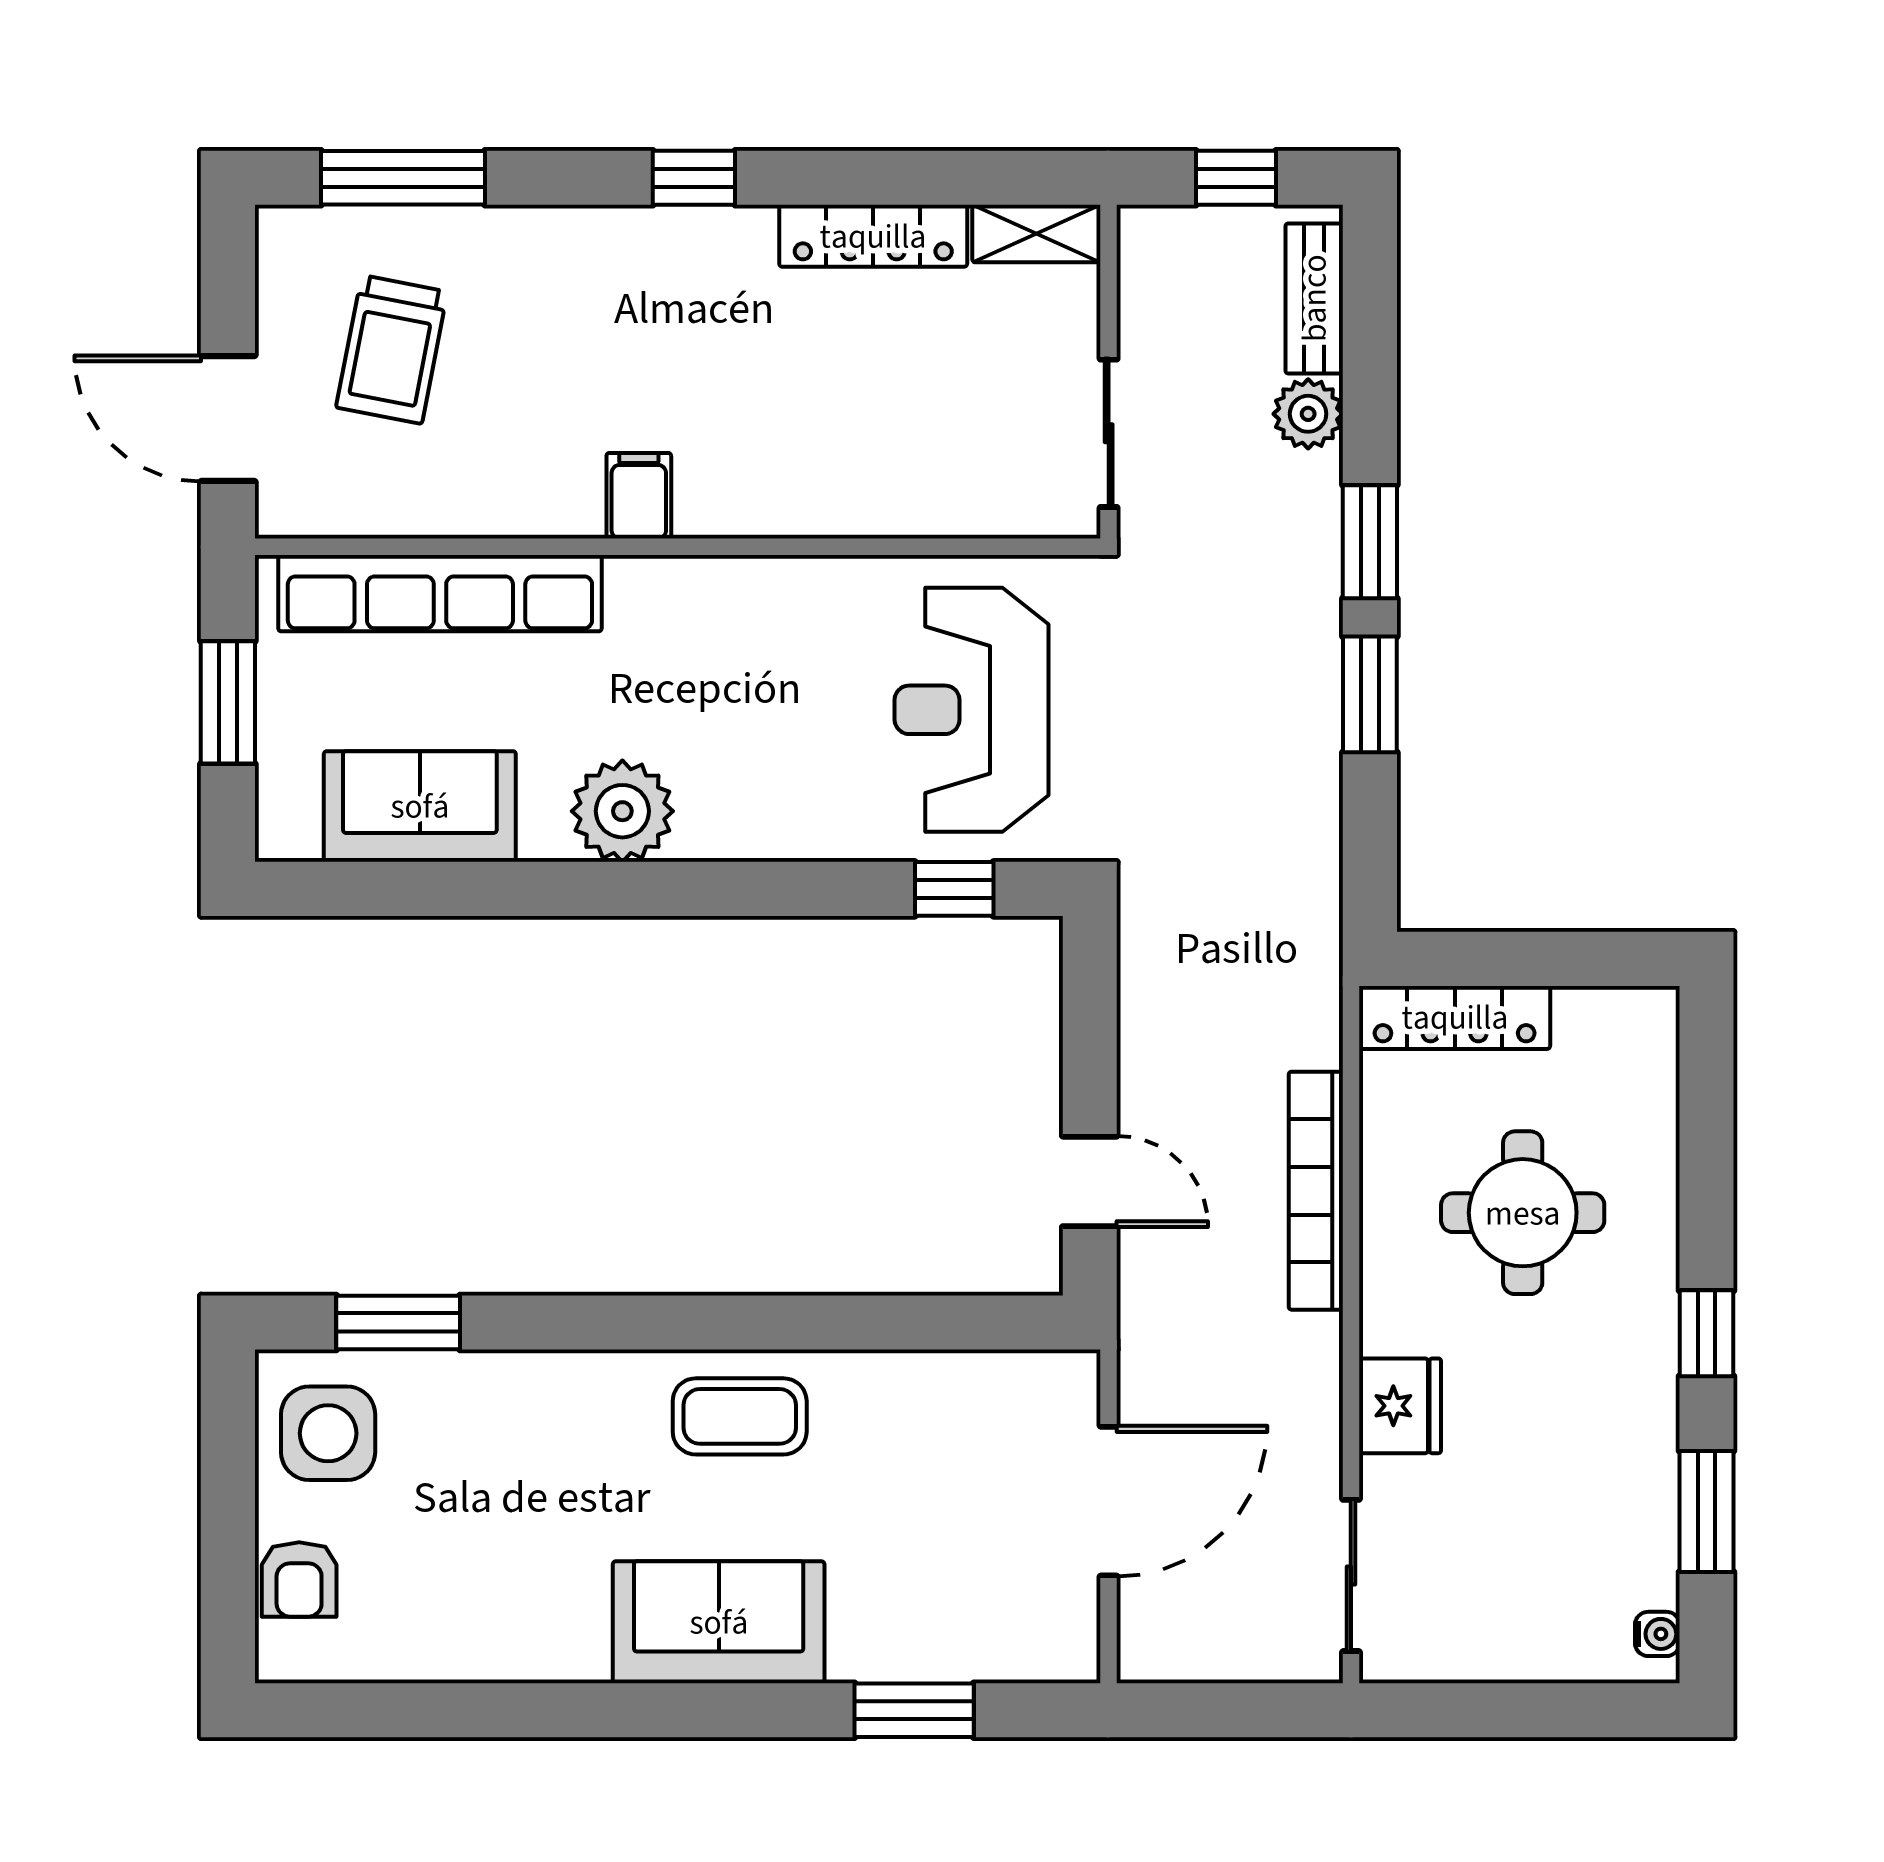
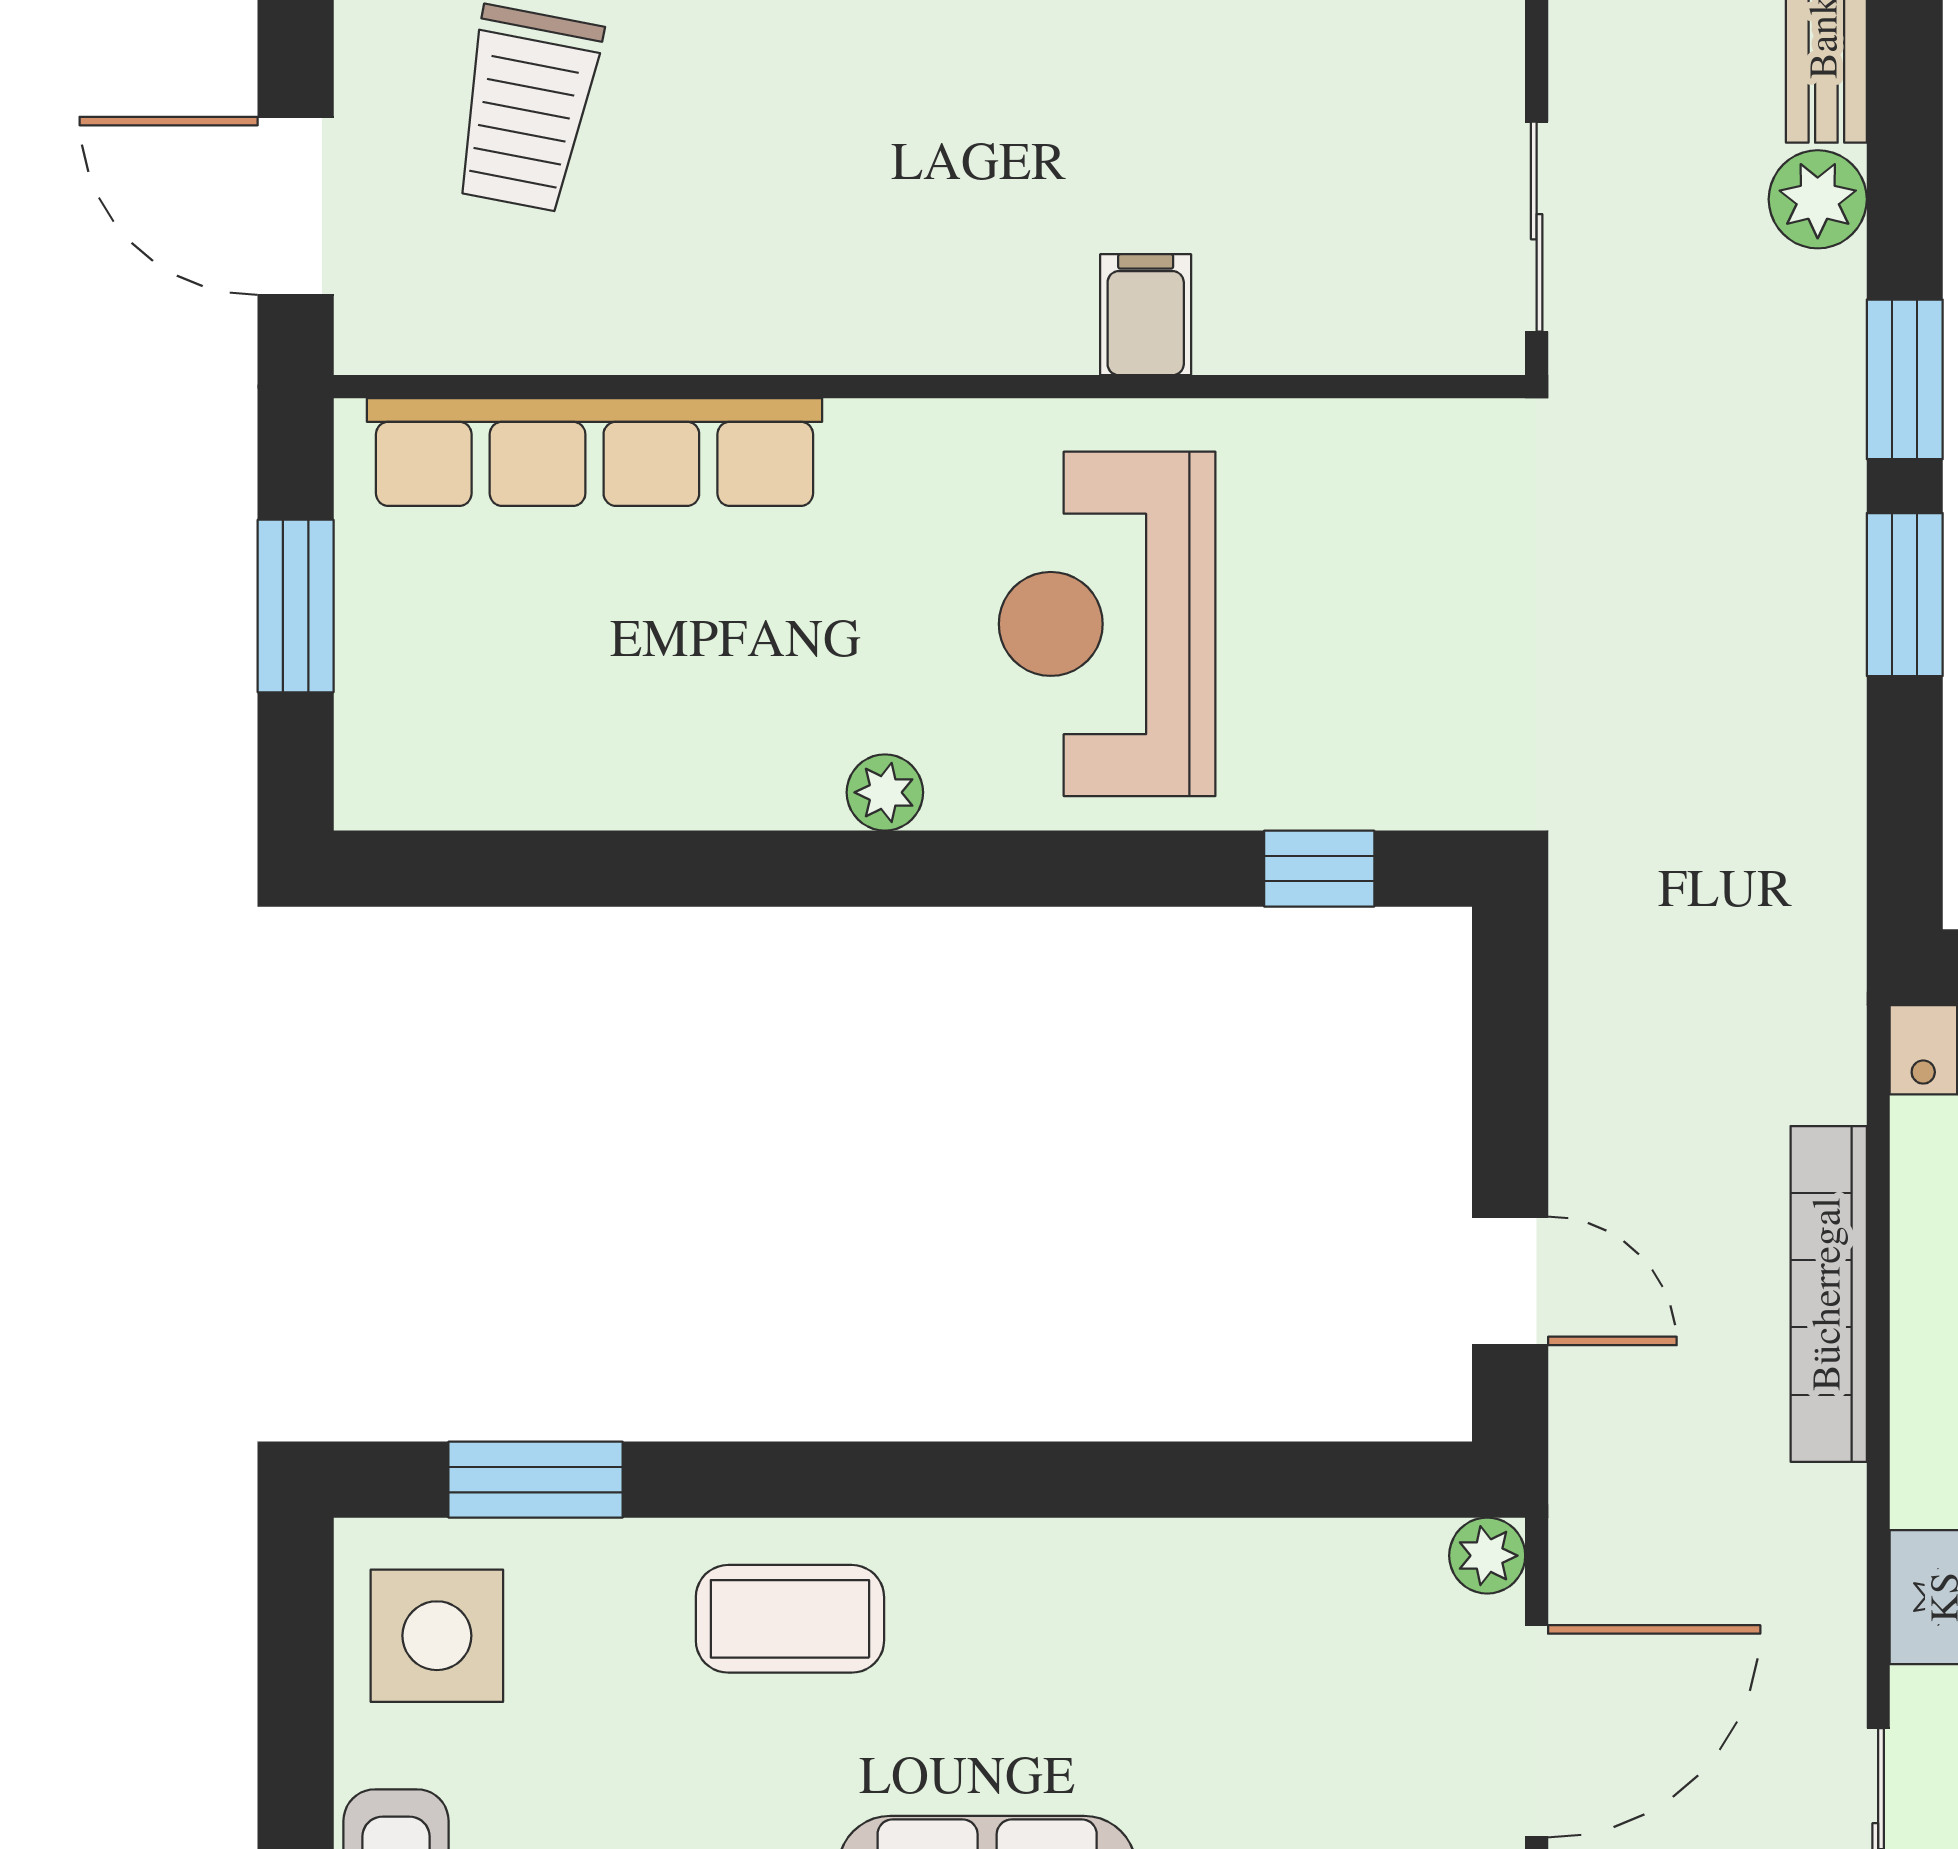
filing cabinet: (639, 496) -> (1146, 315), moved
reception desk: (972, 710) -> (1107, 624), moved
sofa: (420, 806) -> (566, 753), removed
plant: (622, 811) -> (885, 792), width x0.53, depth x0.53
plant: (1074, 1376) -> (1487, 1556), added
coffee table: (740, 1416) -> (790, 1619), moved

